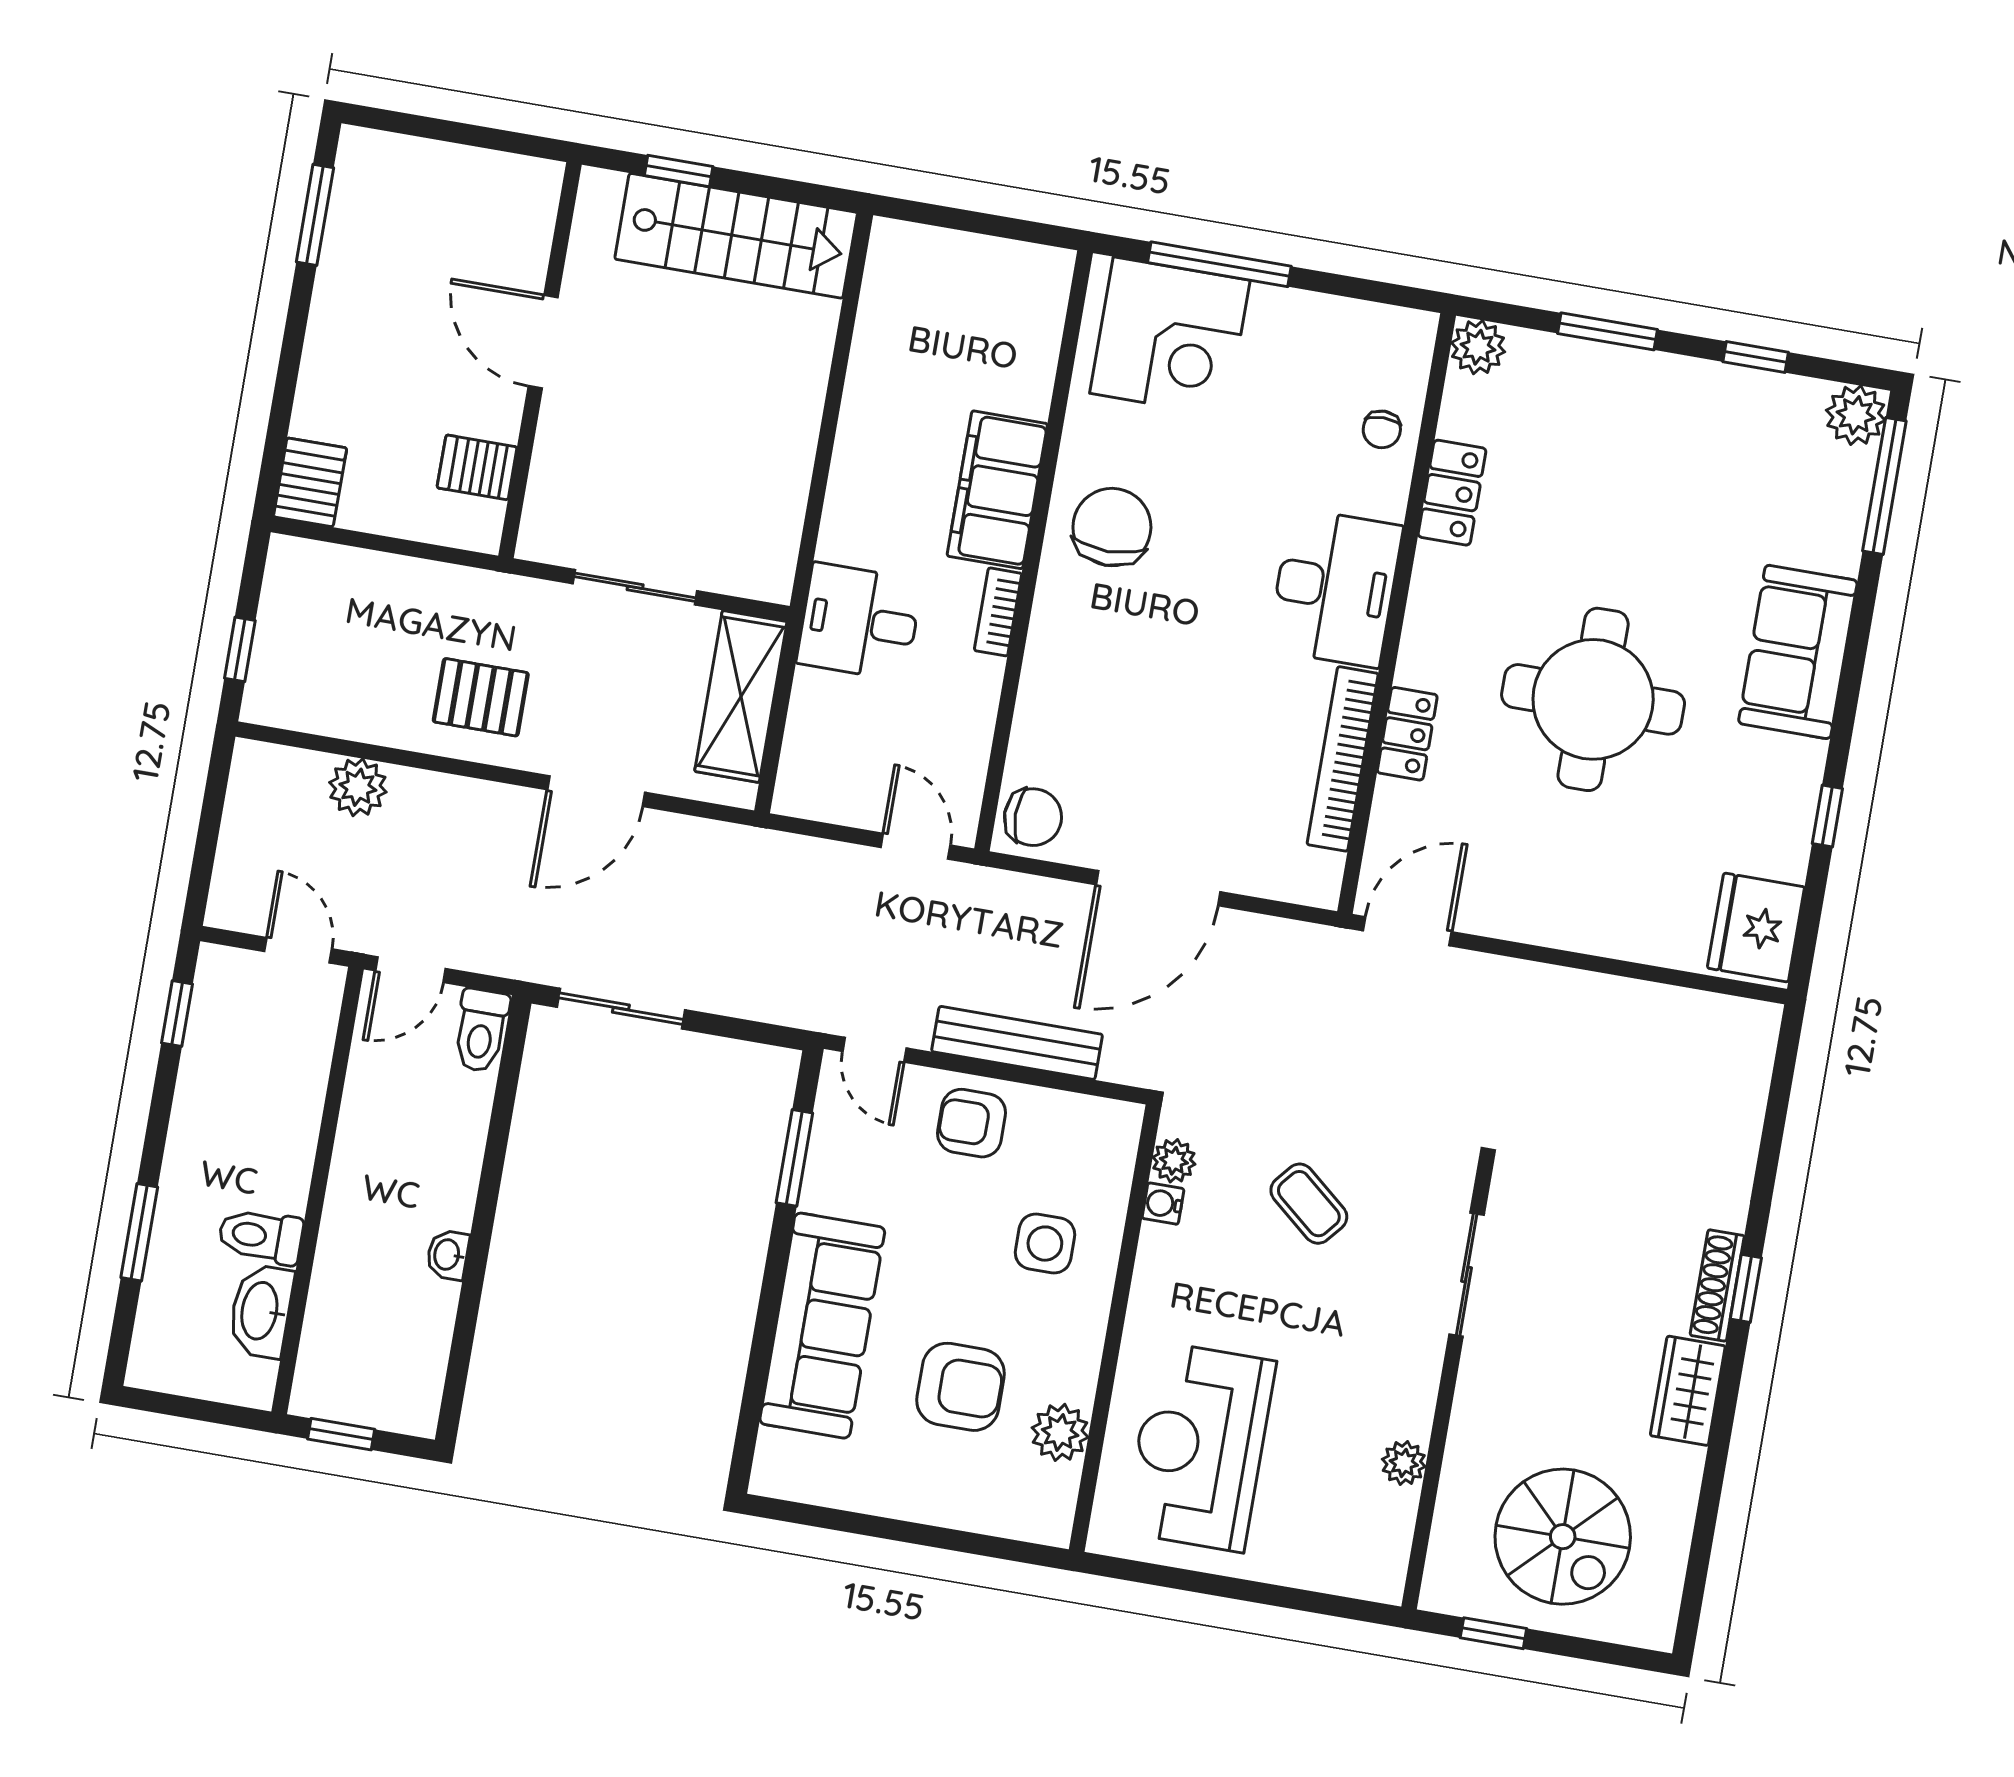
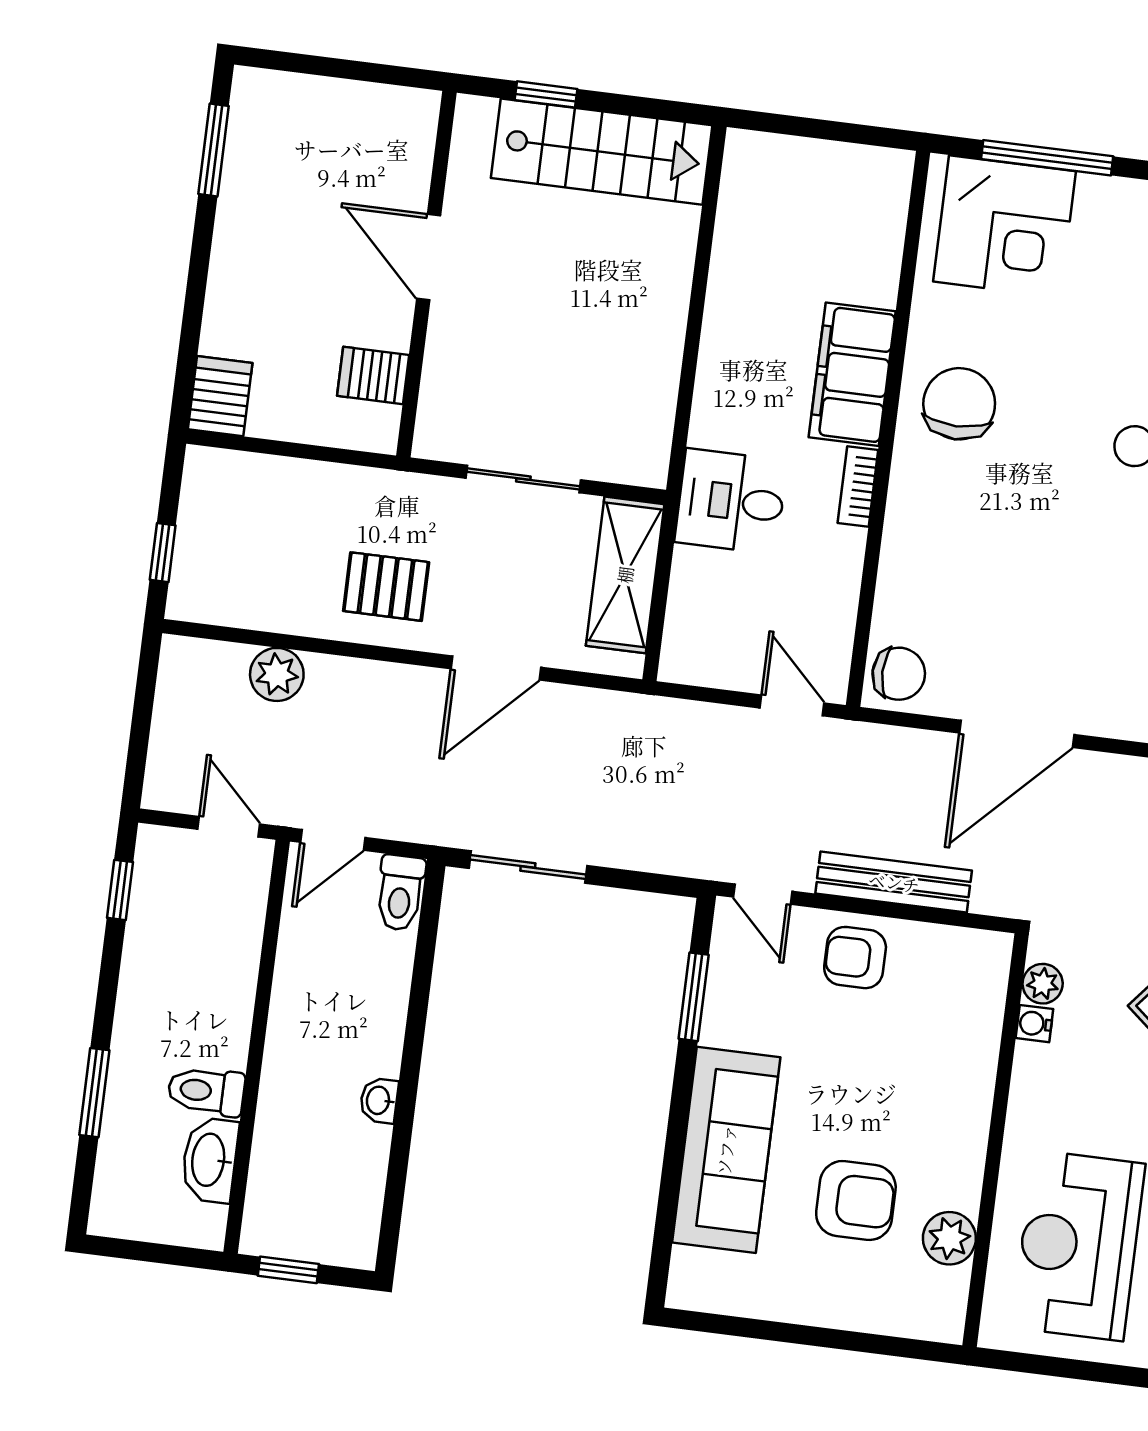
side table: (1045, 1244) -> (928, 1065), removed

